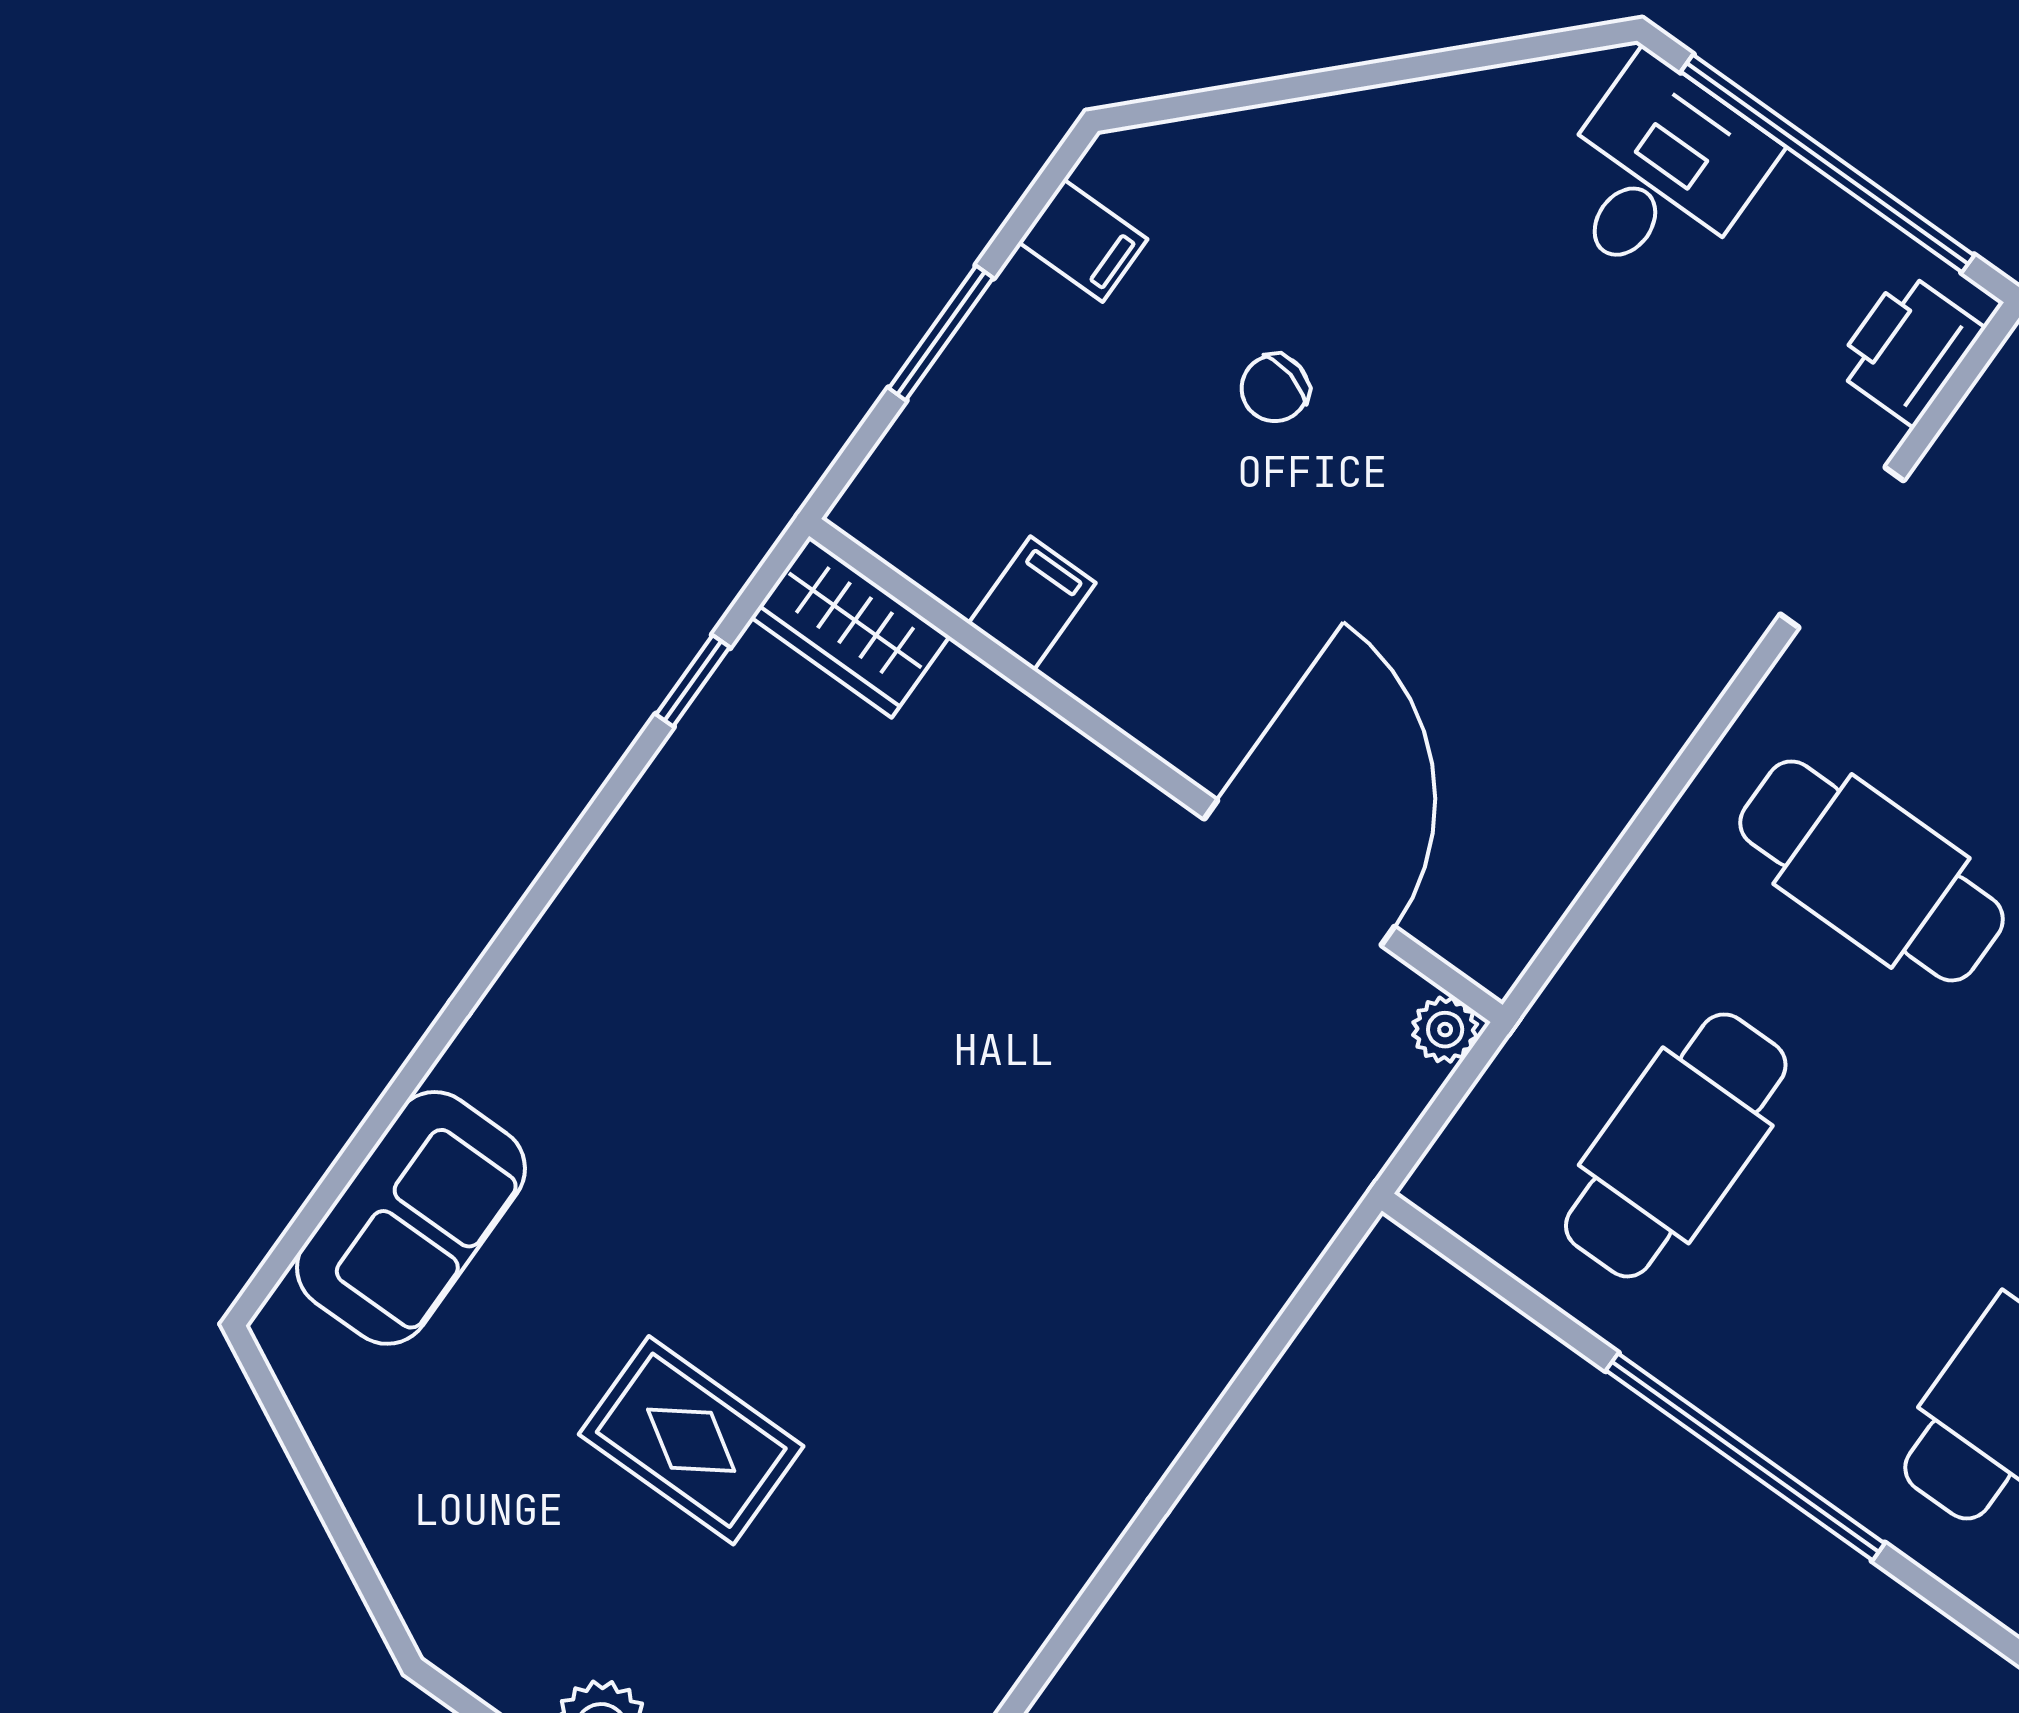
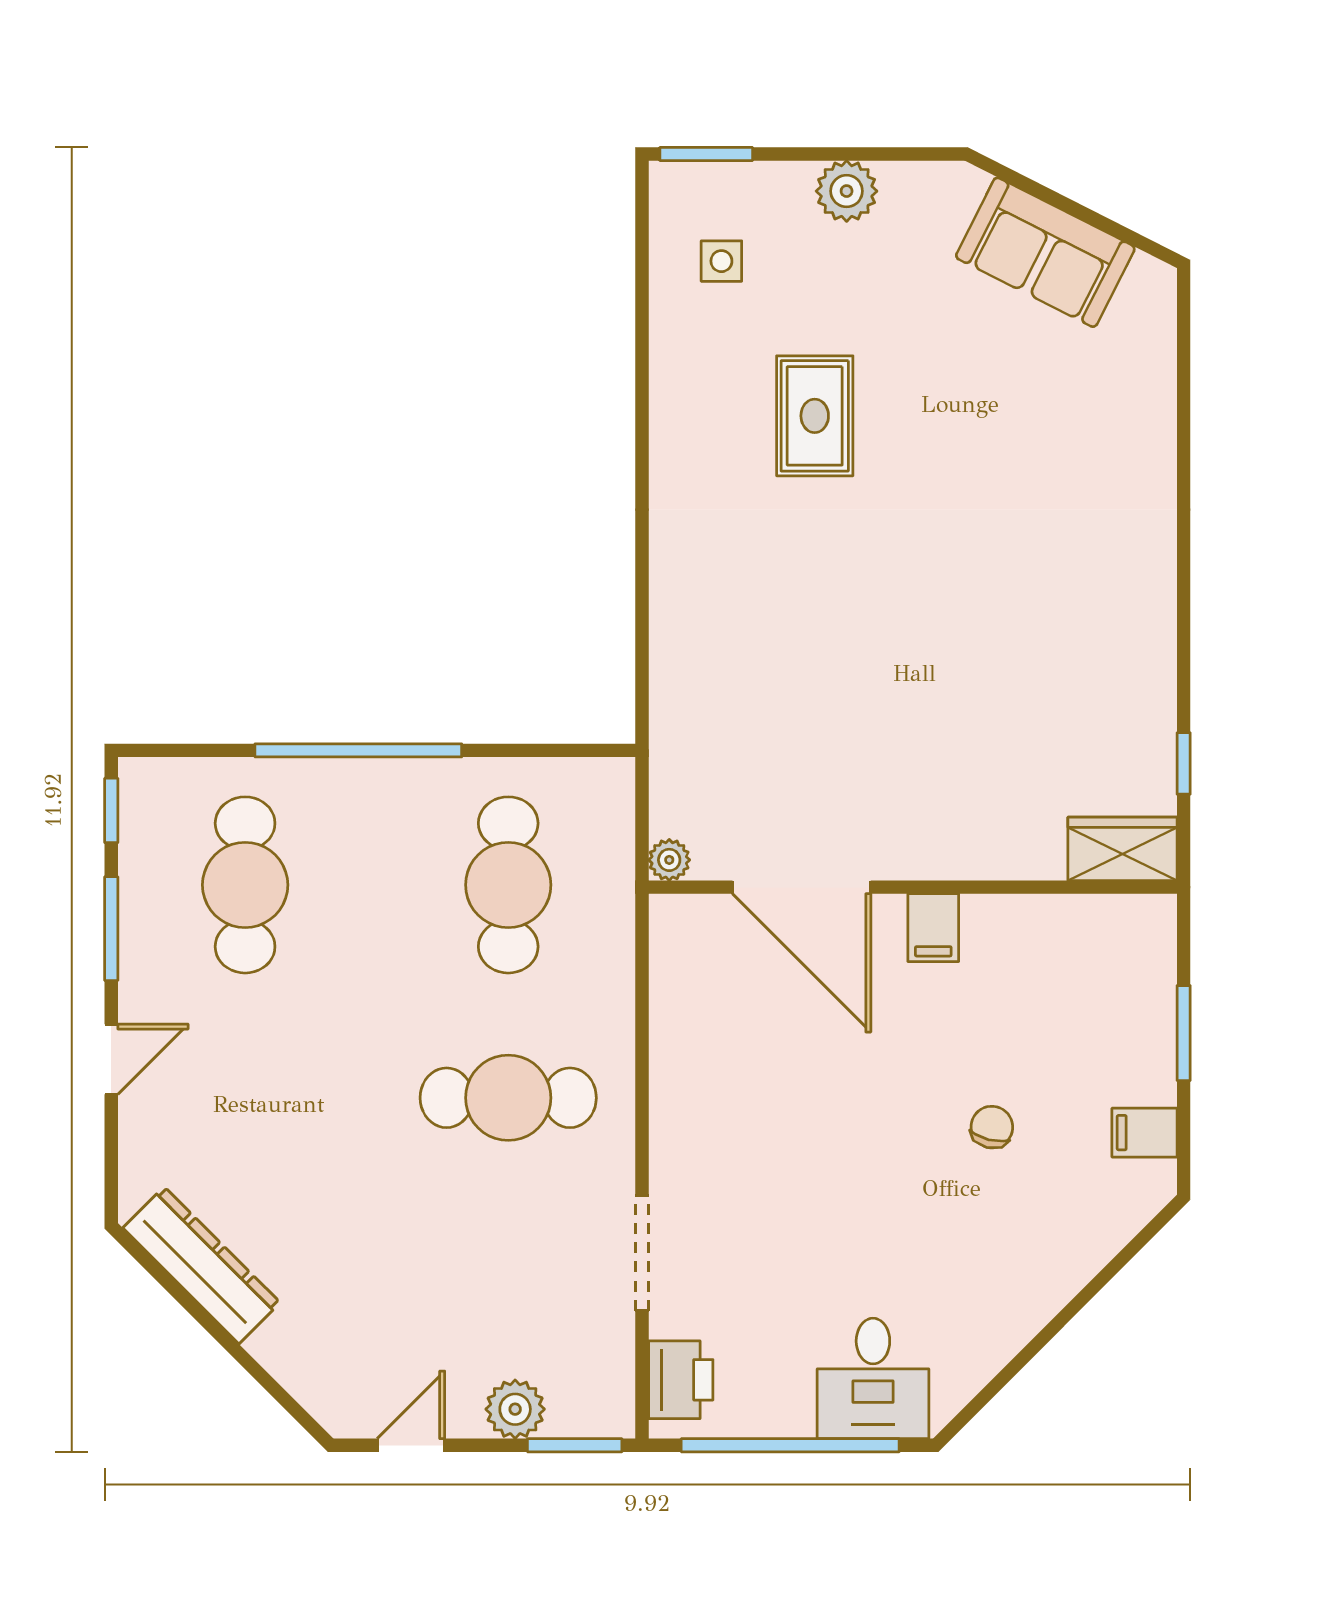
filing cabinet: (1032, 603) -> (933, 928), moved
sofa: (411, 1218) -> (1045, 252), moved, turned -63
rug: (691, 1440) -> (815, 416), moved, turned 90

